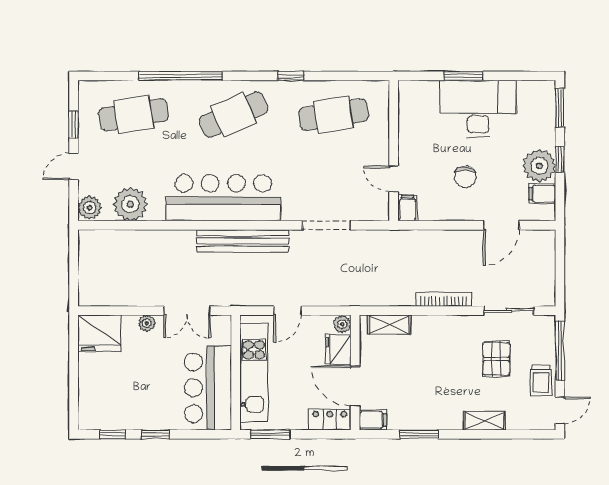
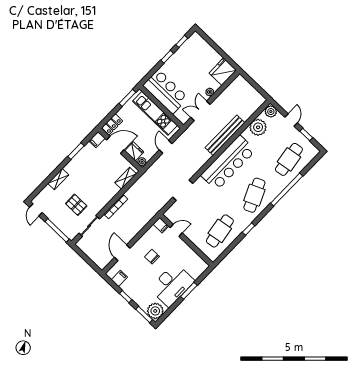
plant: (539, 166) -> (155, 311), moved
bench: (242, 241) -> (225, 135), moved
trolley: (541, 381) -> (53, 213), removed

